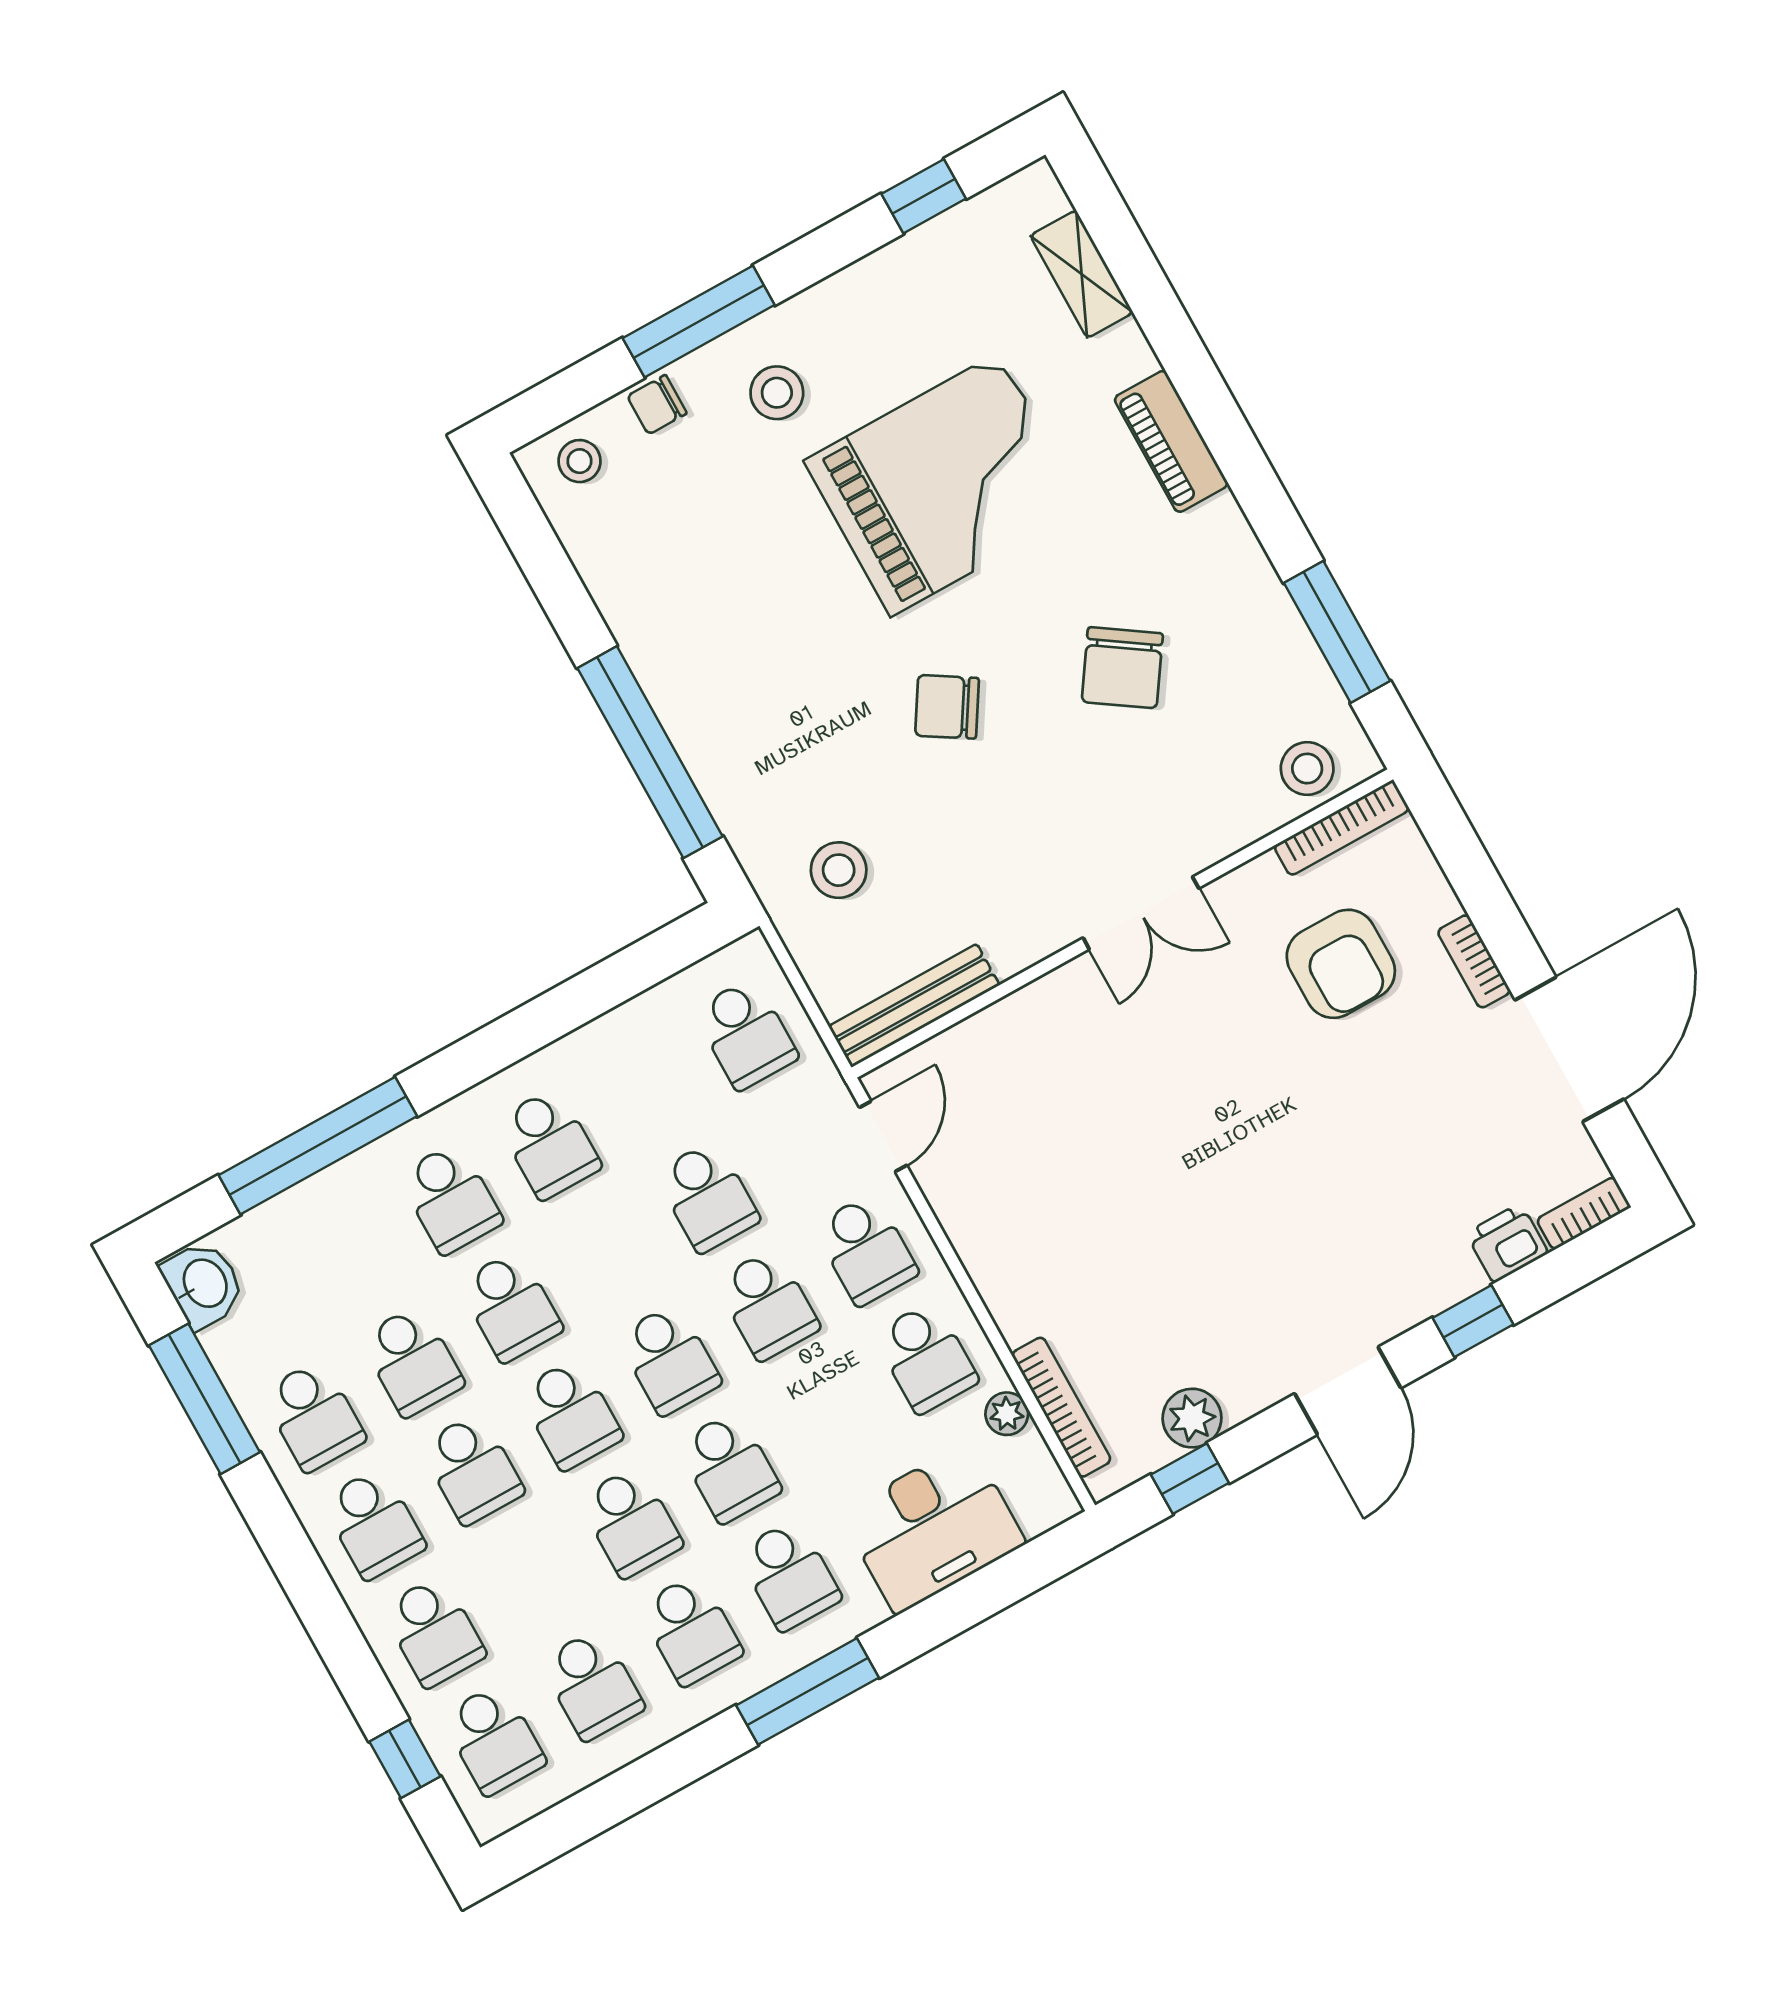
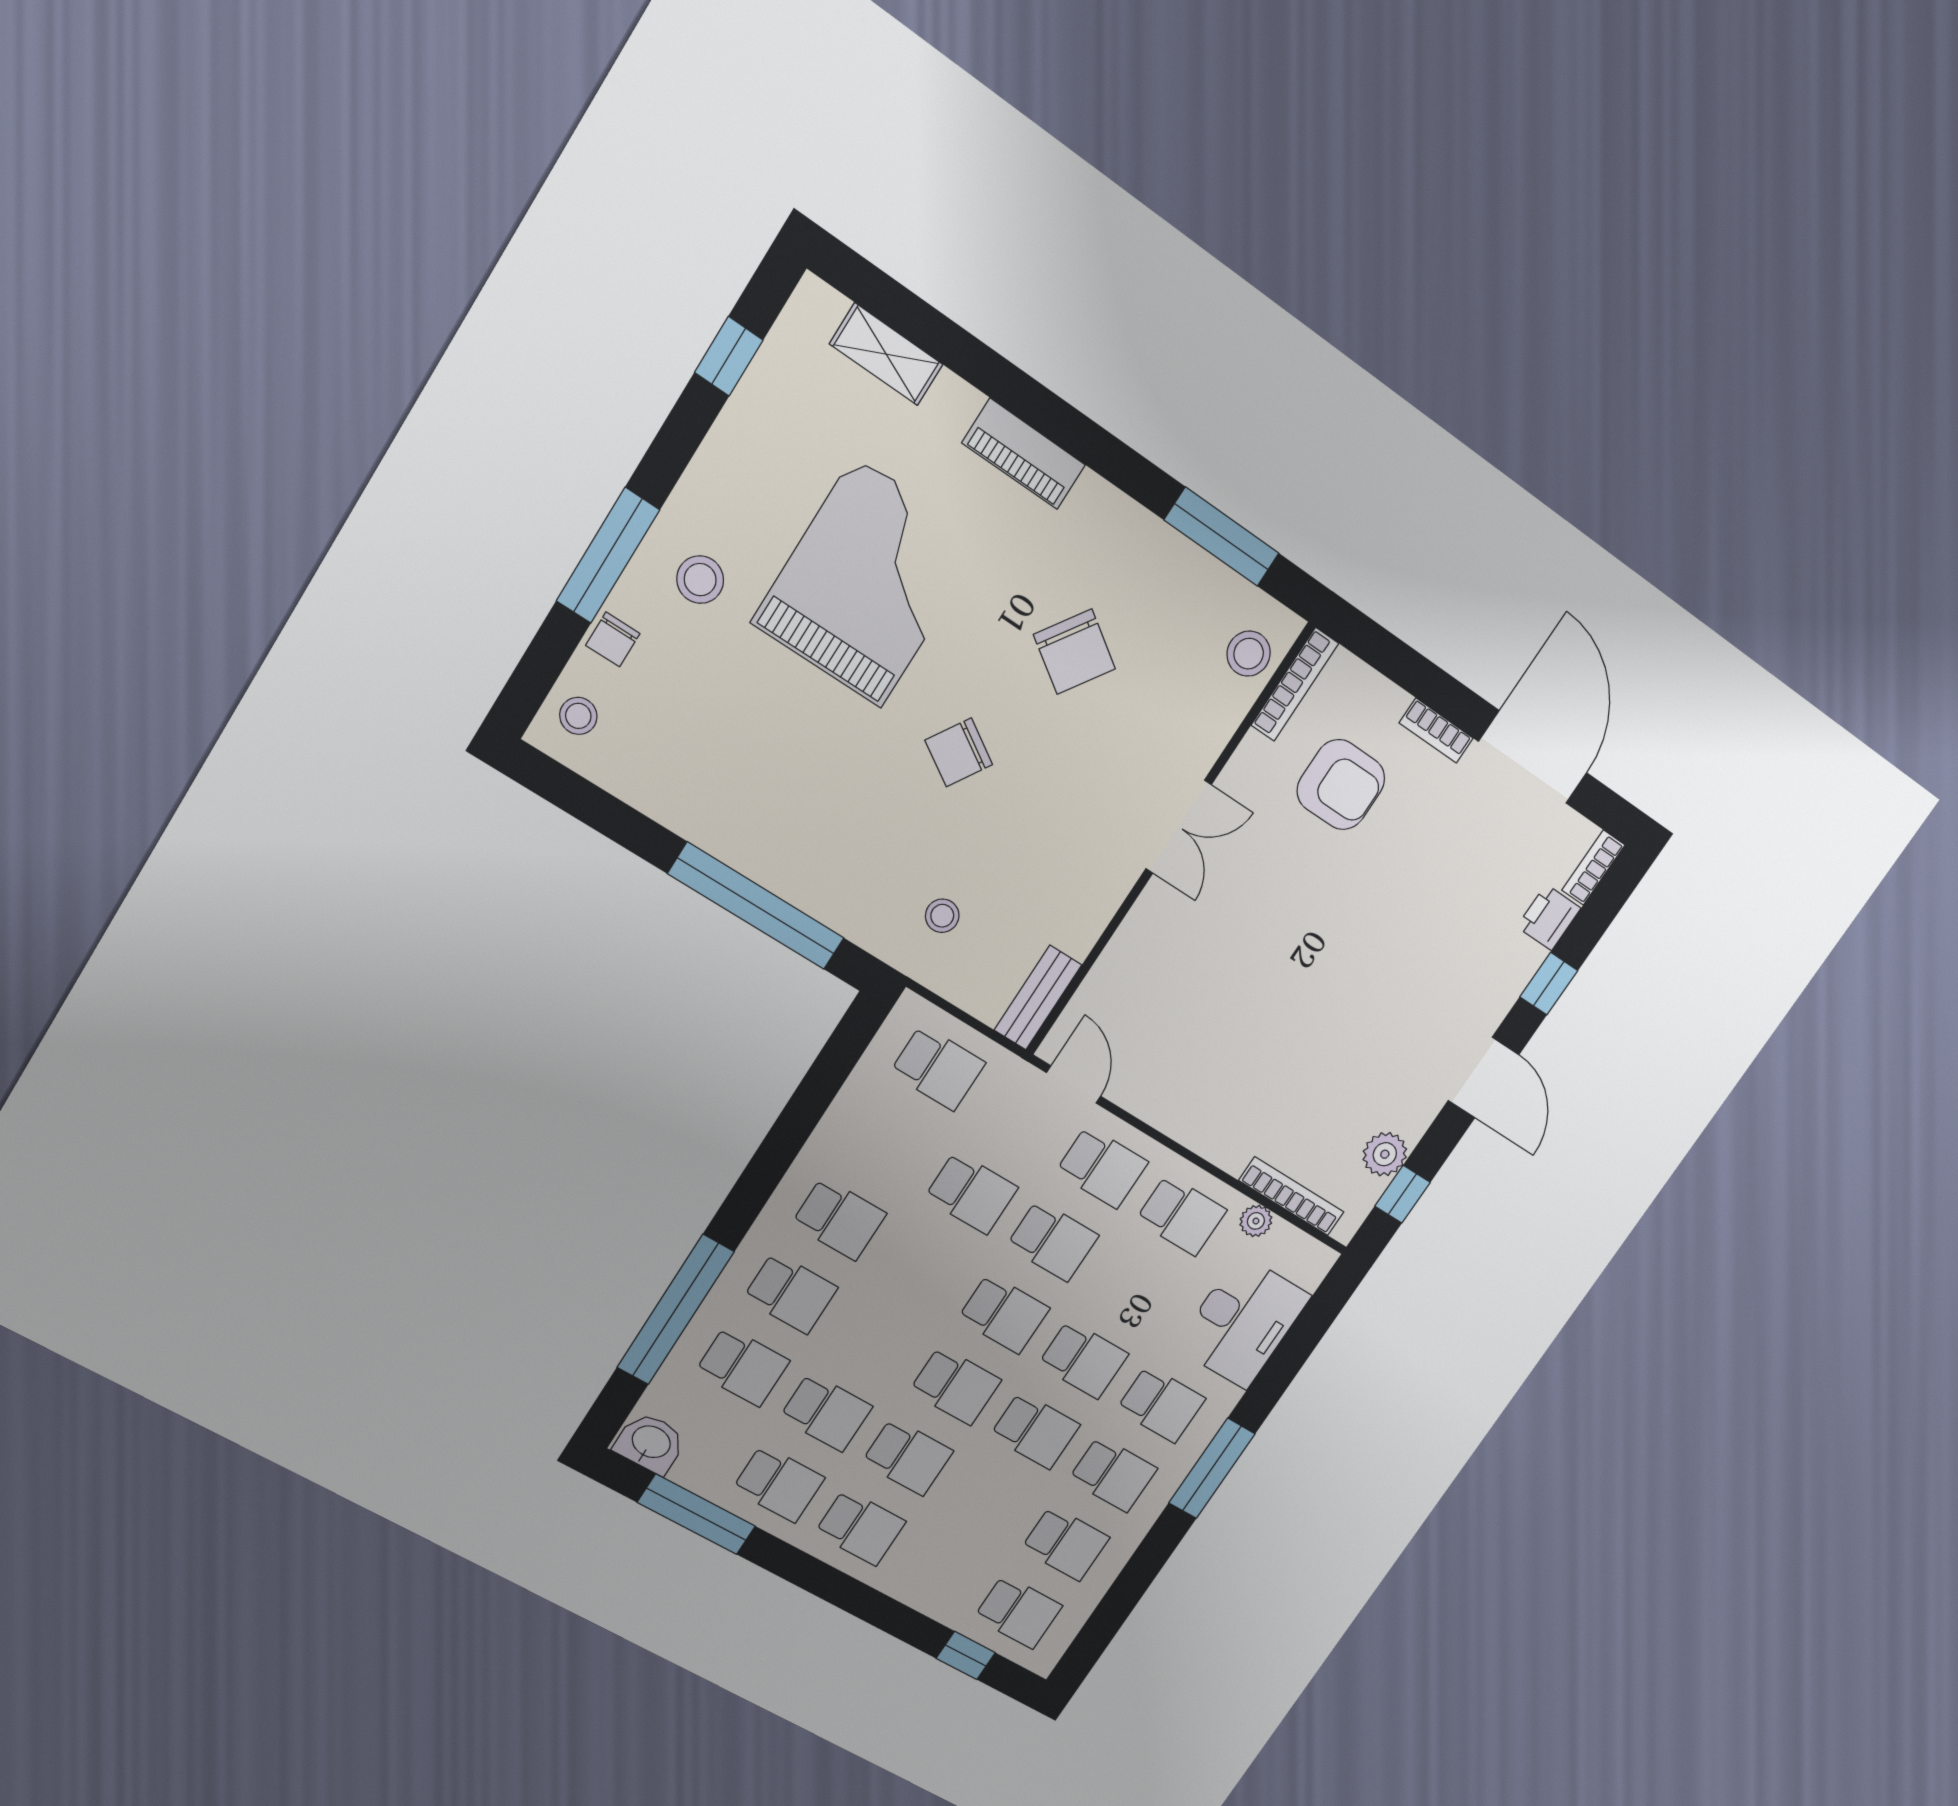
stool: (839, 870) -> (942, 916), width x0.73, depth x0.73
bench: (914, 1006) -> (1038, 998), width x0.73
school desk: (511, 1306) -> (742, 1366), moved
school desk: (434, 1632) -> (940, 1570), removed

